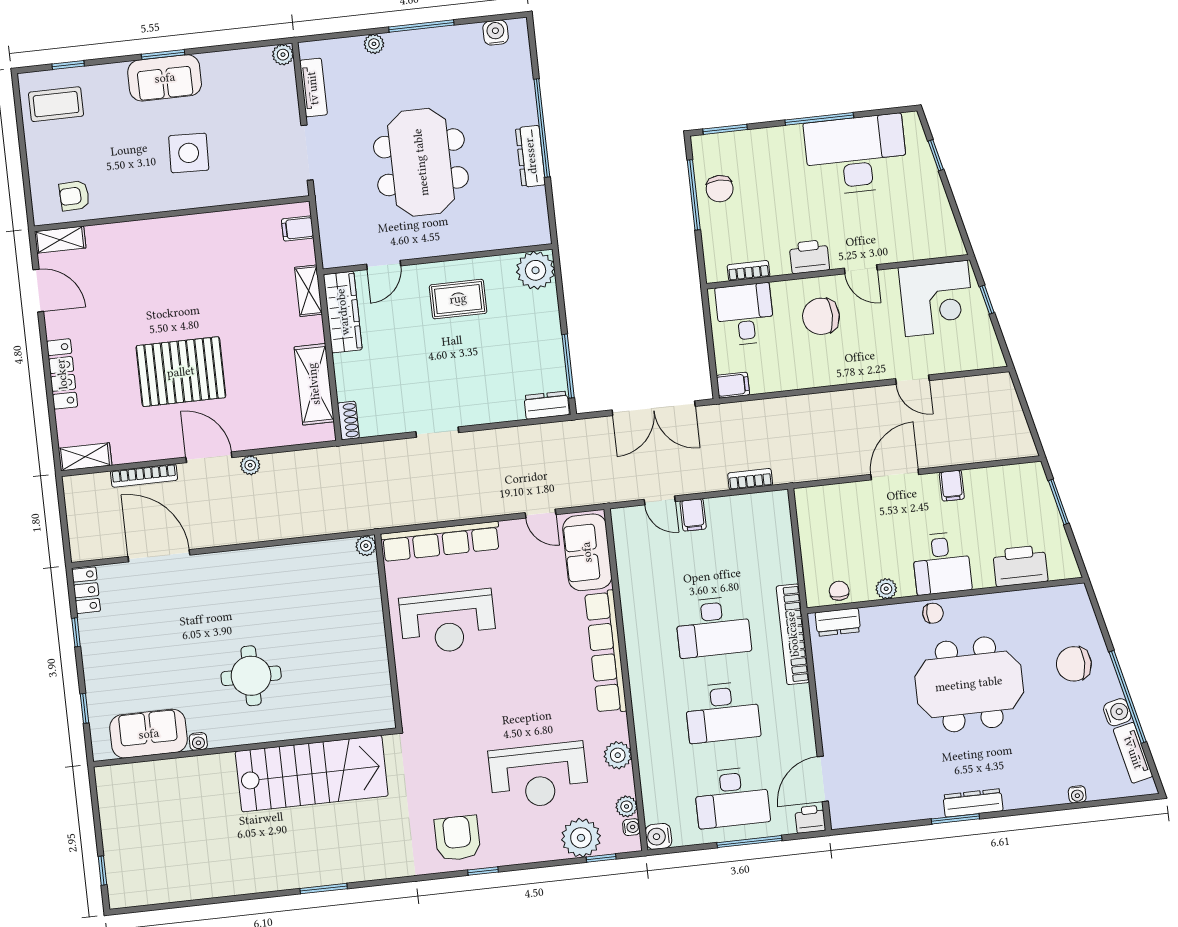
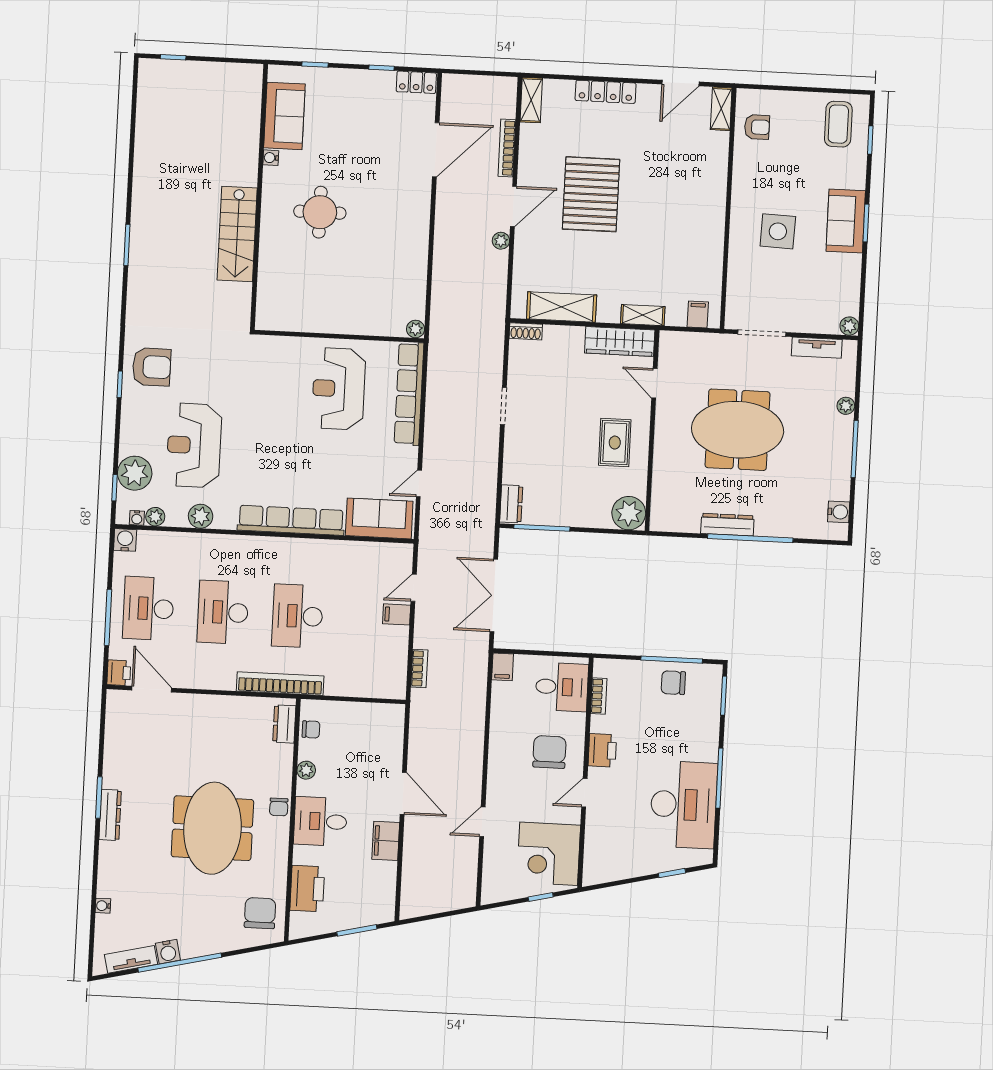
armchair: (74, 196) -> (757, 127), turned 92
filing cabinet: (952, 486) -> (386, 841), width x2.00
chair: (1074, 664) -> (260, 913), moved
stairs: (312, 774) -> (237, 234), width x0.73, depth x0.66

